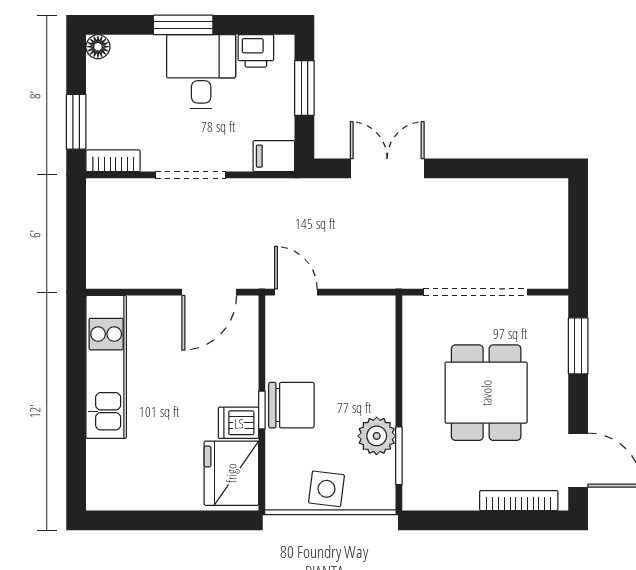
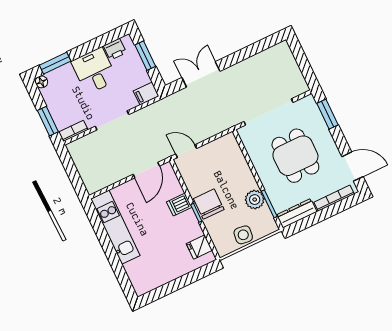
window: (183, 25) -> (55, 63), moved
chair: (291, 405) -> (209, 204), turned -90
dishwasher: (239, 423) -> (179, 205), moved
fridge: (231, 473) -> (199, 247), width x0.53, depth x0.75
dresser: (440, 496) -> (297, 213), added

